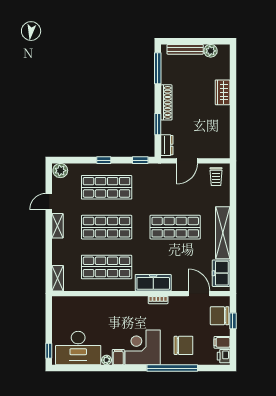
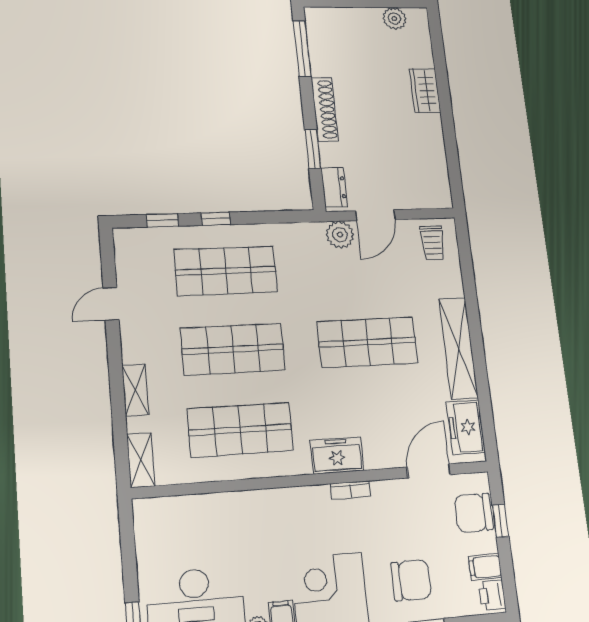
bench: (185, 49) -> (348, 16), removed
window: (140, 160) -> (162, 220), moved
plant: (60, 171) -> (340, 235), moved
shelving: (58, 226) -> (135, 390), moved
freezer: (153, 283) -> (337, 456), width x0.71
door: (199, 294) -> (429, 471), hinge flipped

